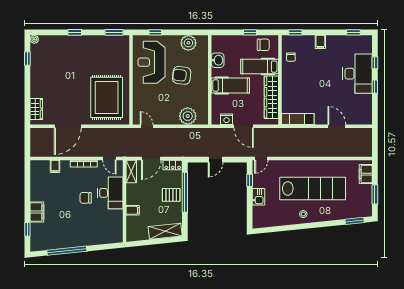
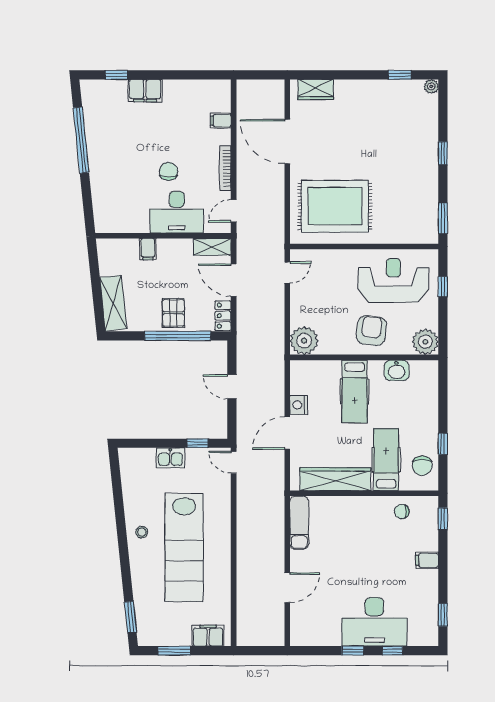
washbasin: (218, 60) -> (397, 370), moved
wall: (210, 80) -> (364, 357), moved
hospital bed: (230, 86) -> (355, 392), moved

